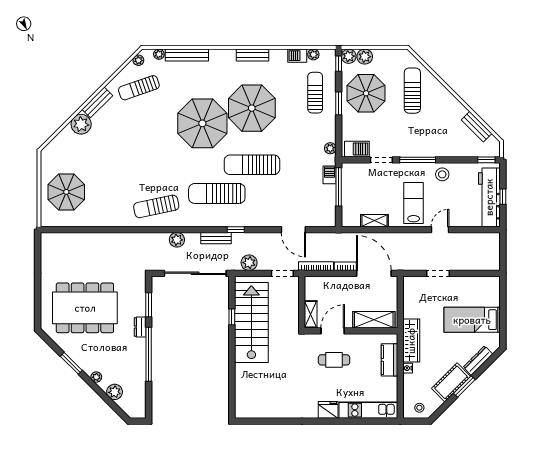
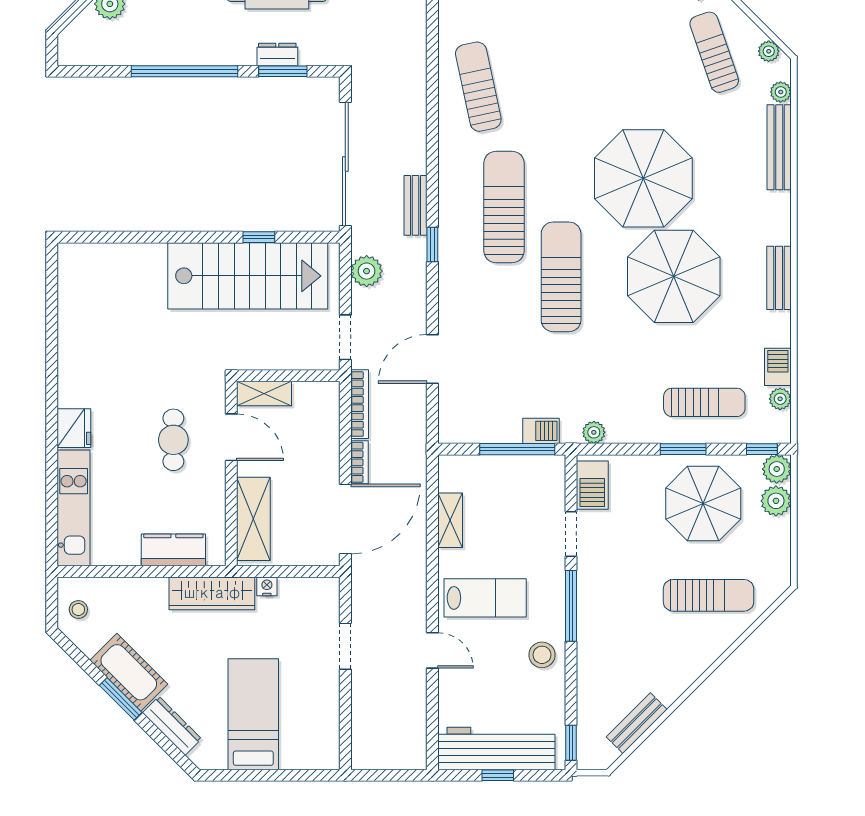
plant: (177, 240) -> (412, 128), removed
dresser: (140, 327) -> (277, 54), moved
nightstand: (408, 368) -> (267, 586), moved

